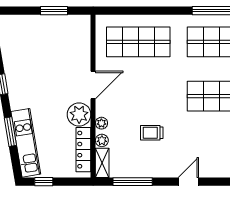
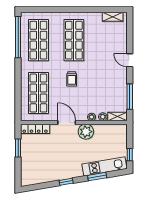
trolley: (152, 133) -> (72, 79), moved
locker: (83, 150) -> (35, 129), moved

